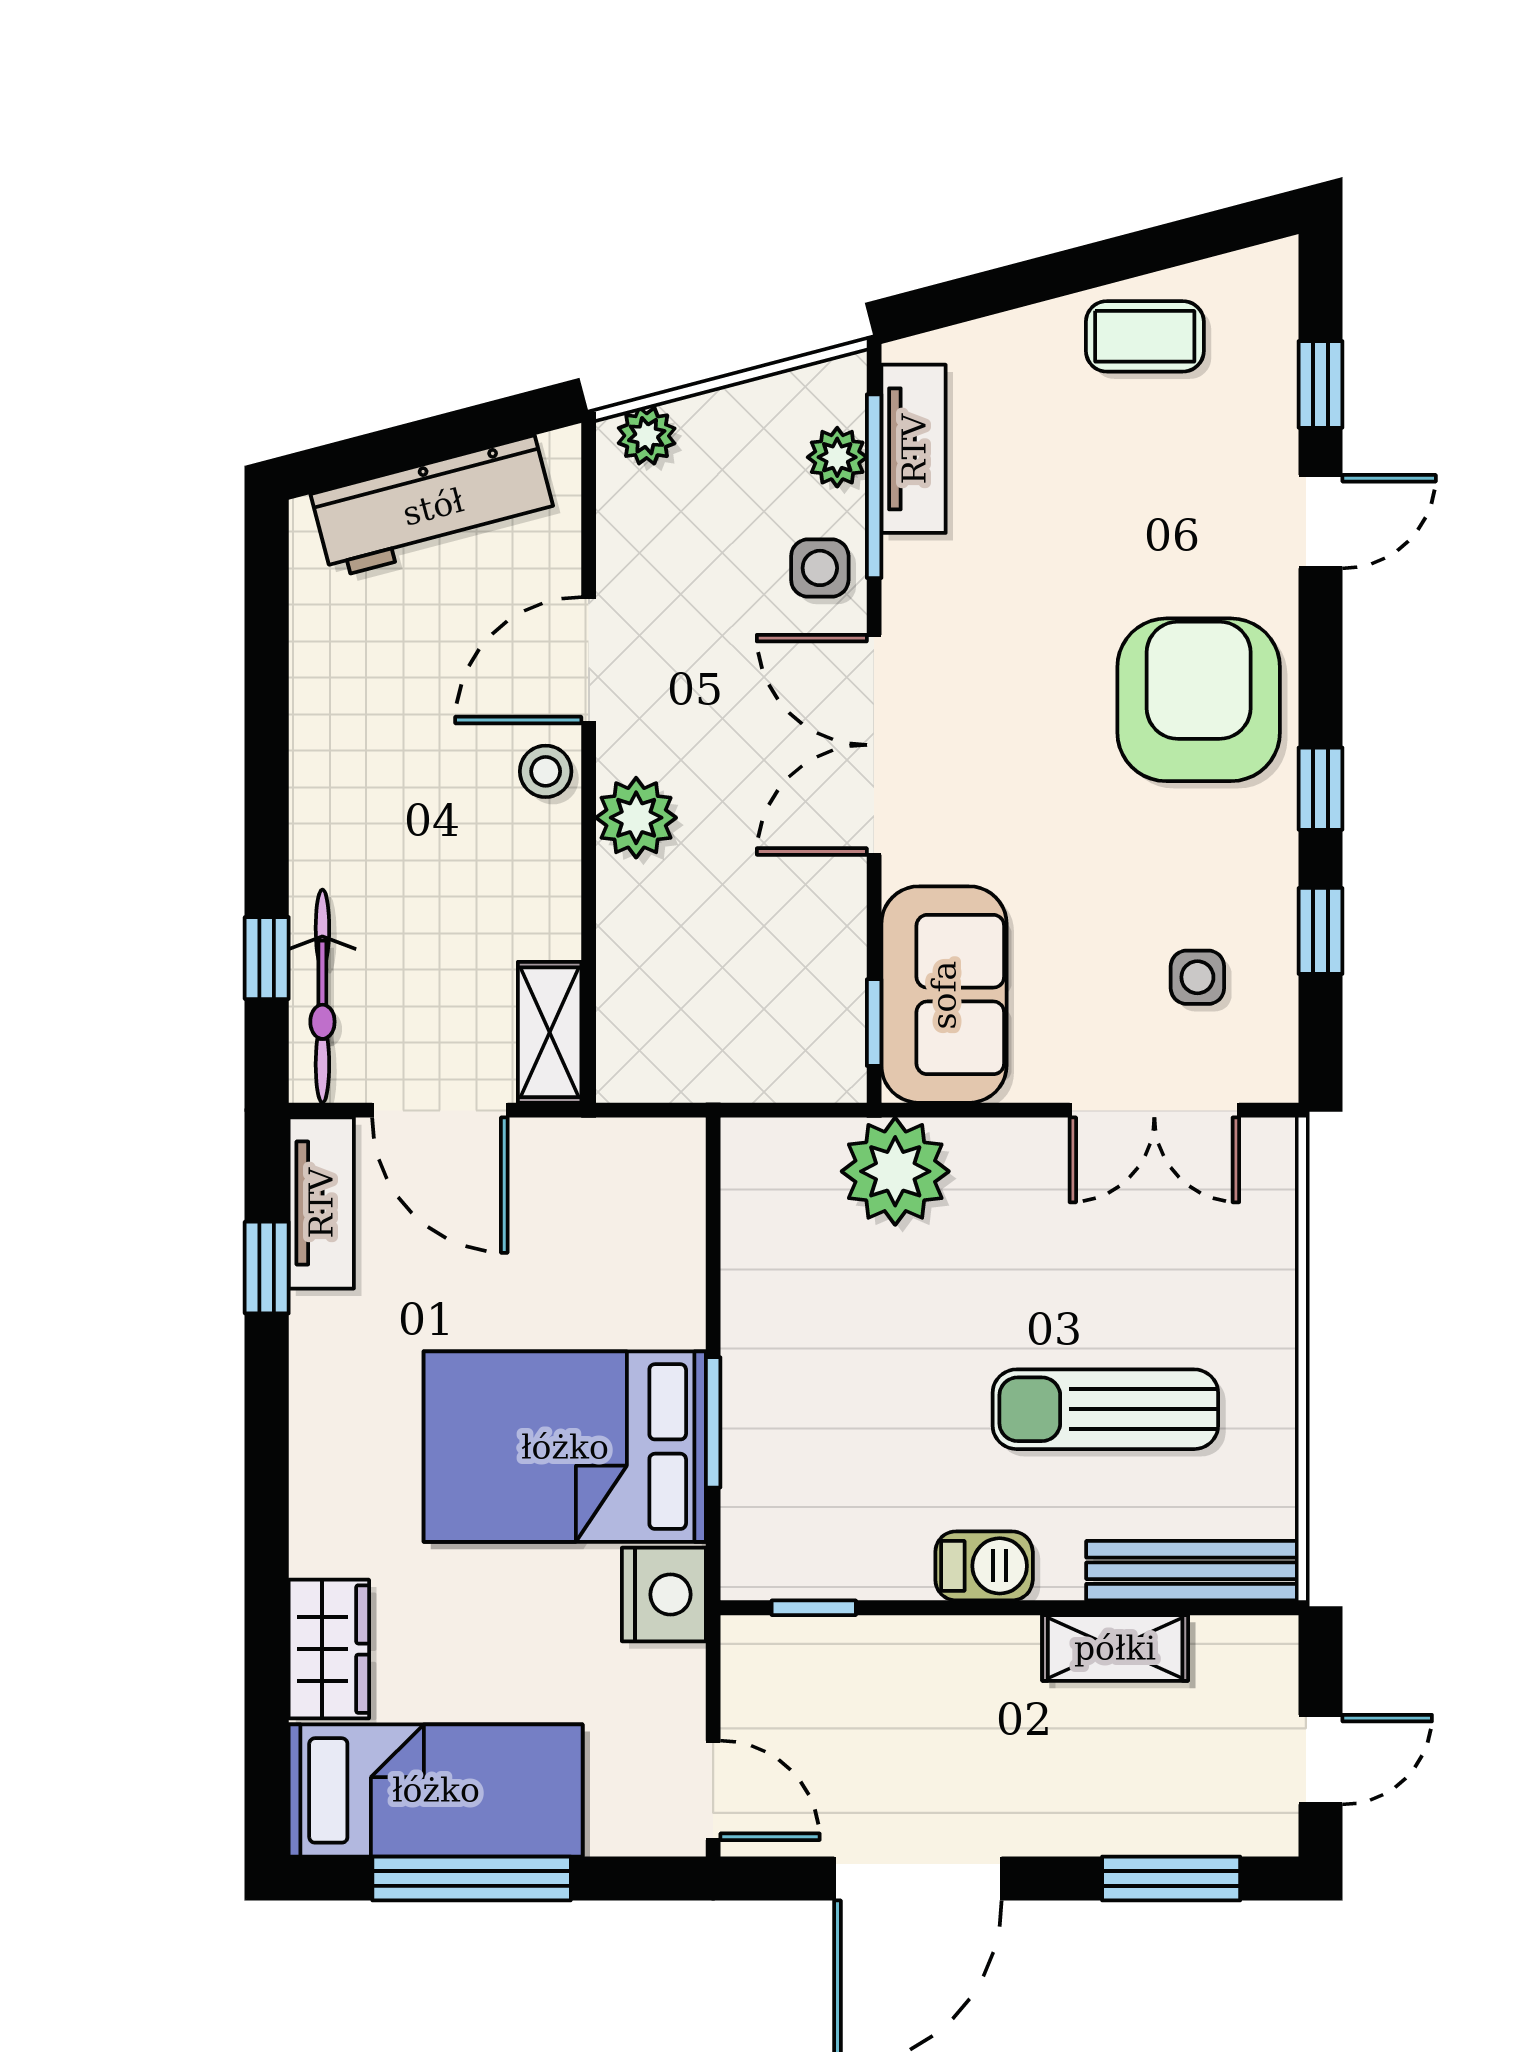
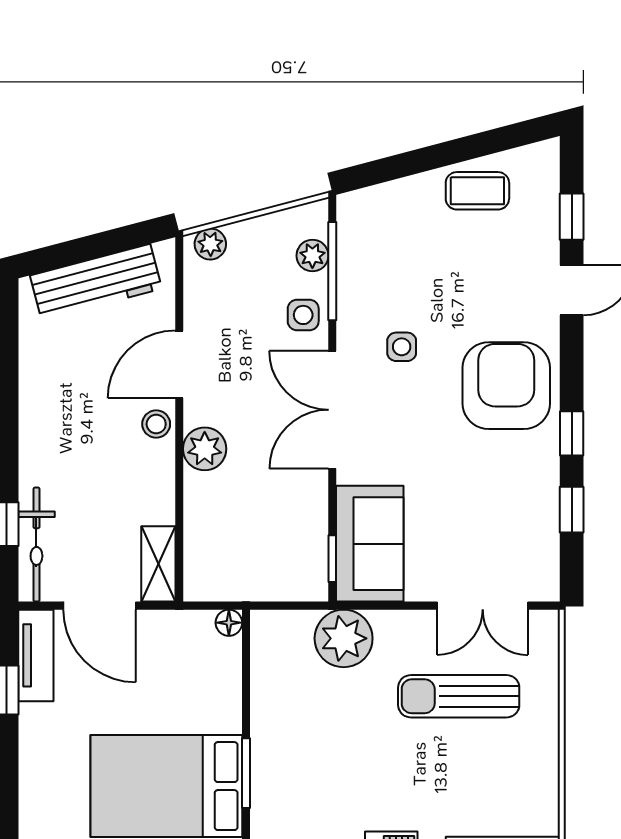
tv unit: (914, 449) -> (353, 251), removed
side table: (1197, 977) -> (402, 347), moved
floor lamp: (681, 1142) -> (229, 623), added
sun lounger: (1105, 1409) -> (459, 696), moved

